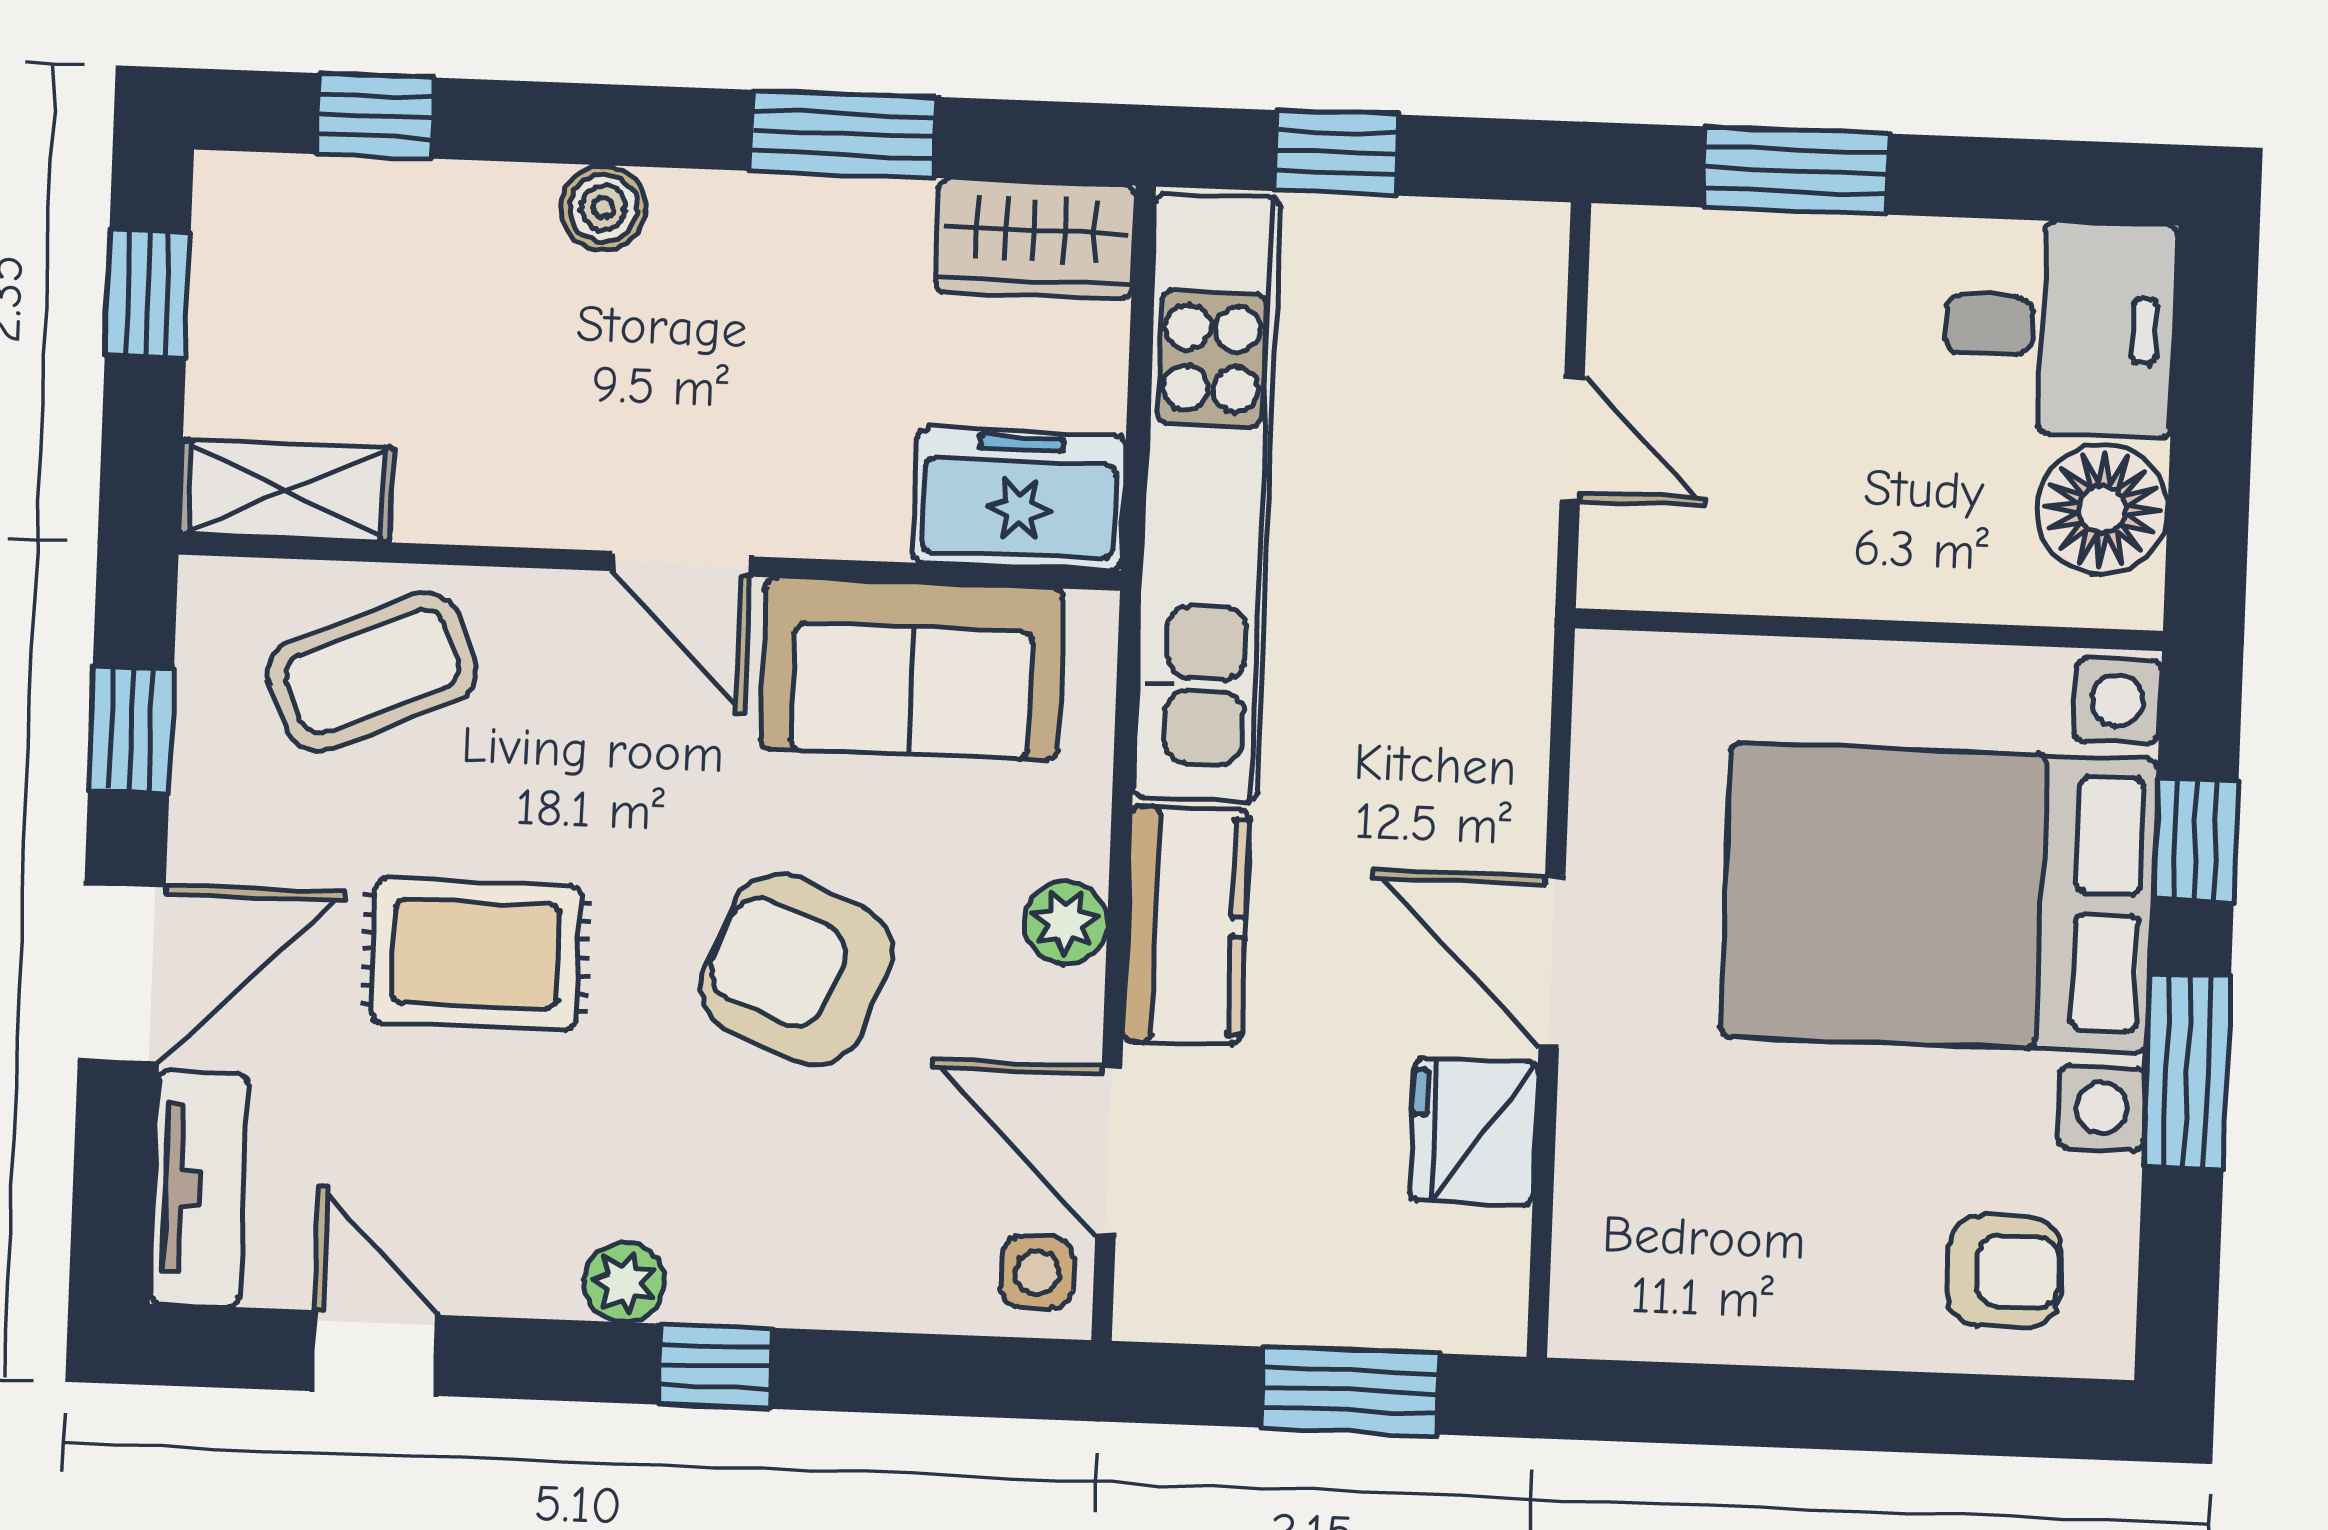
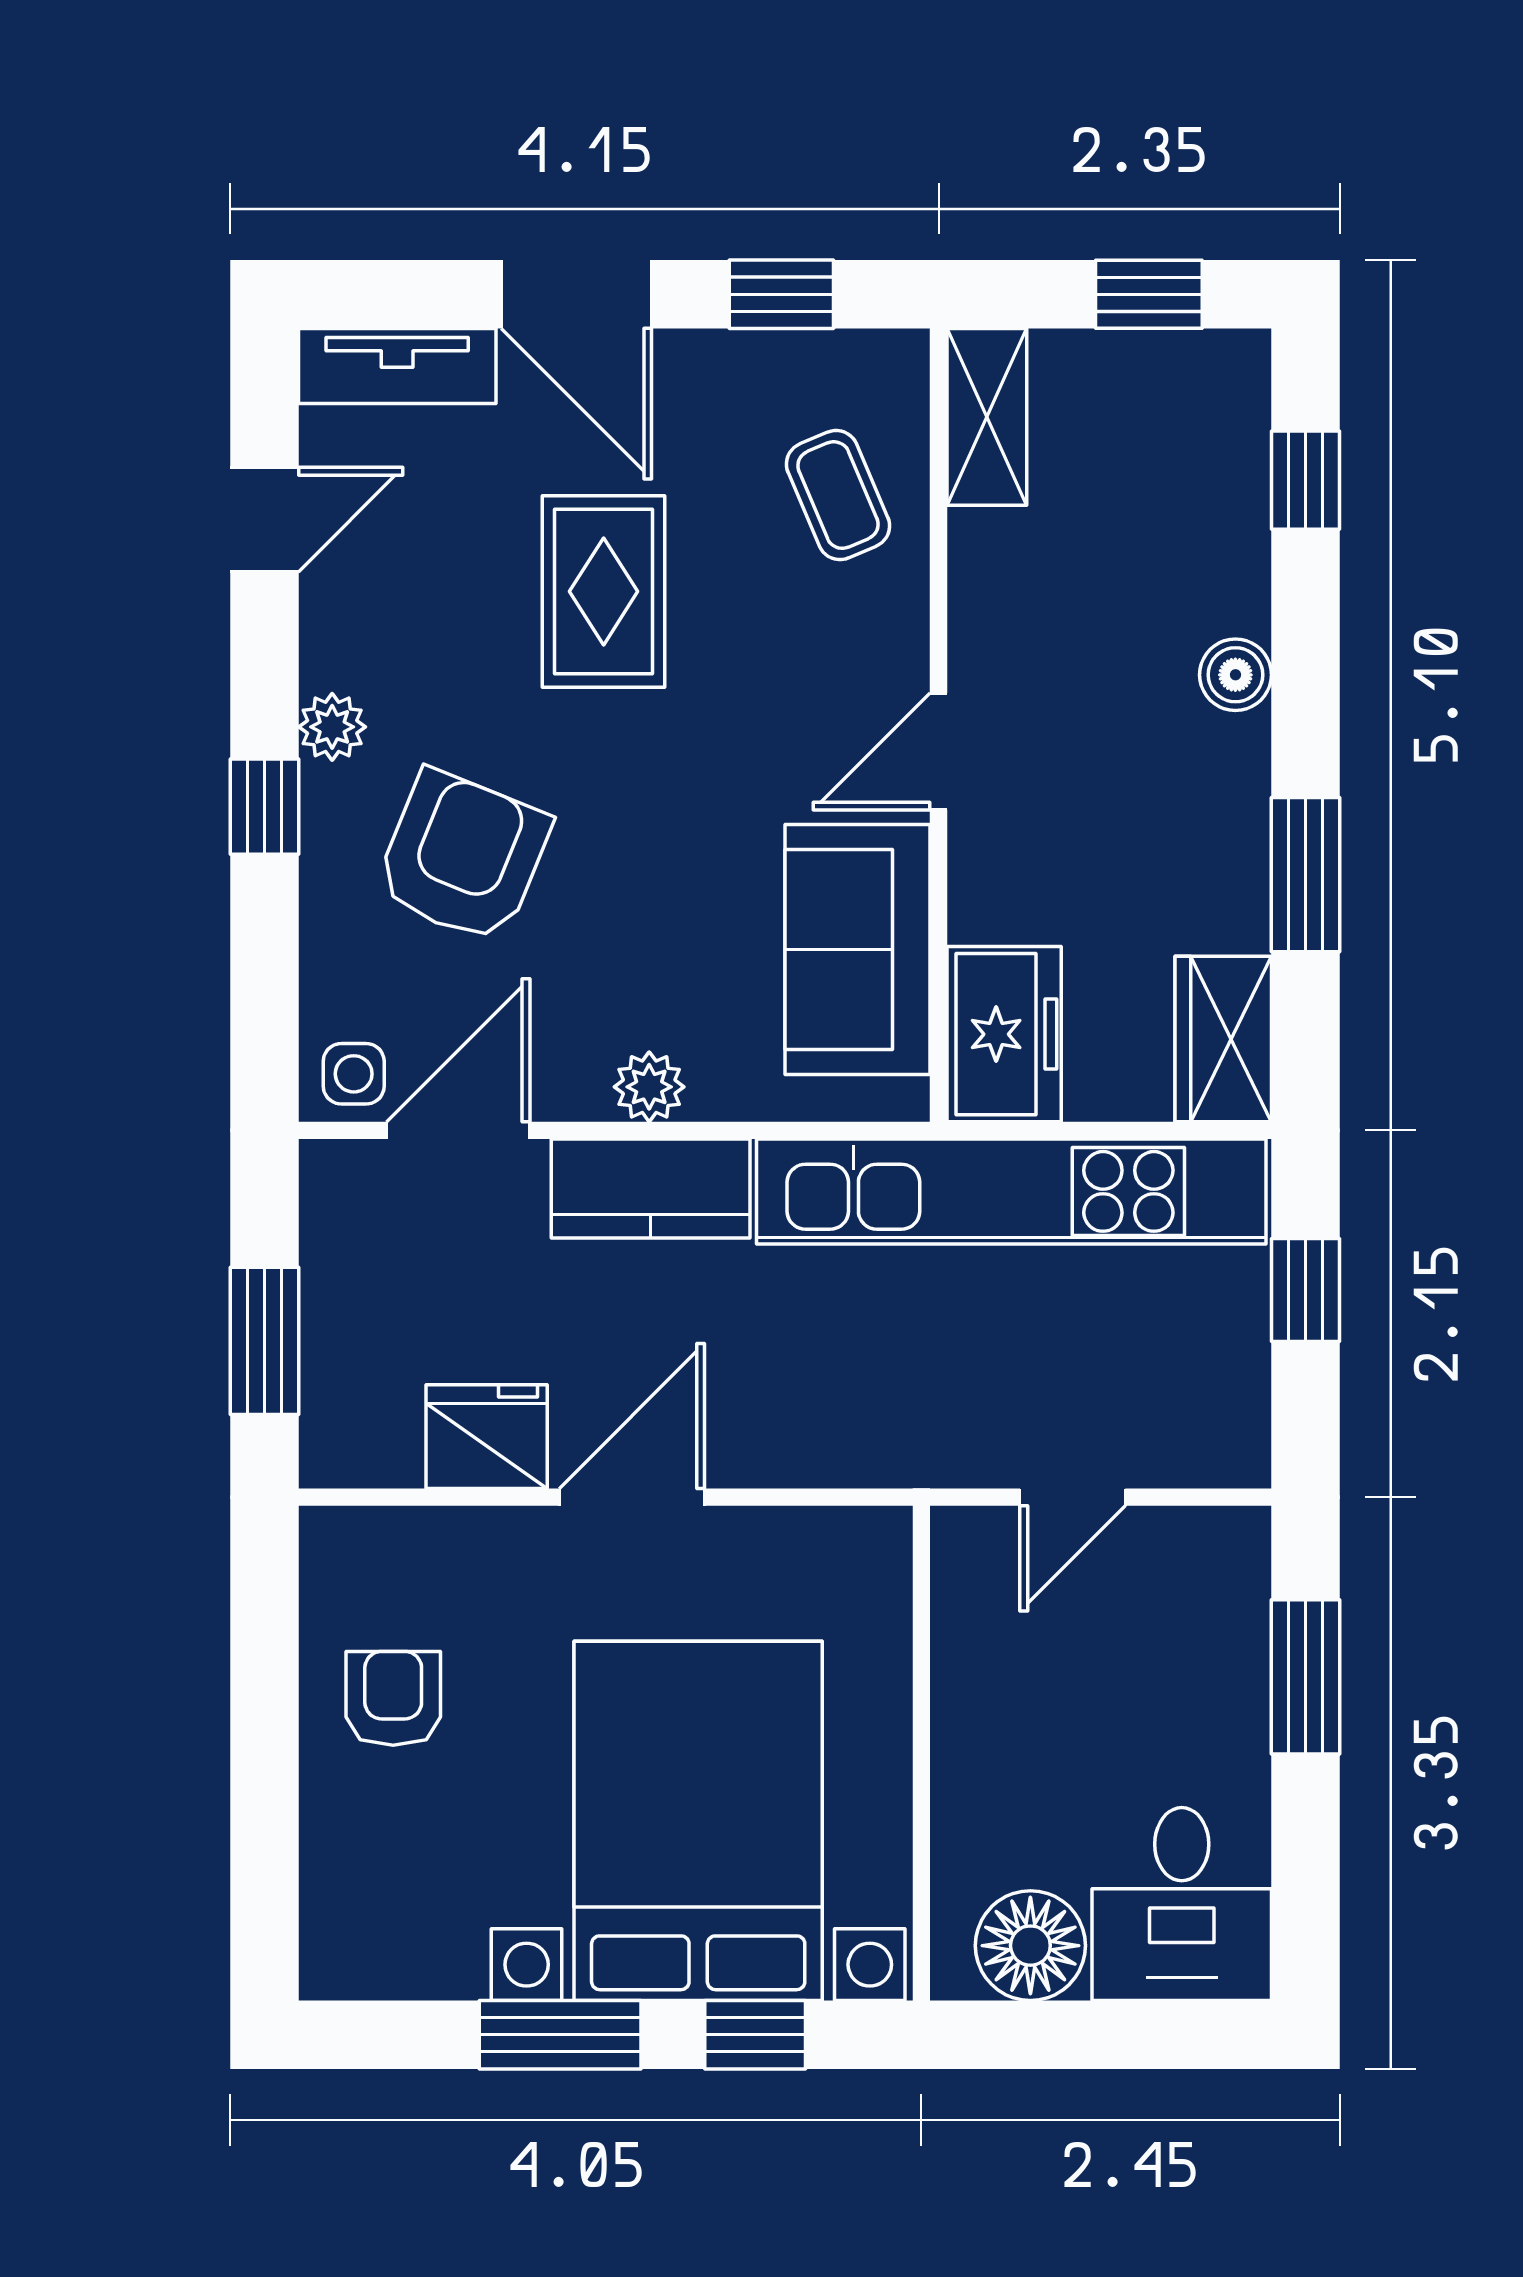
coffee table: (372, 671) -> (838, 495), width x0.73, depth x0.77
armchair: (796, 970) -> (463, 857), moved
armchair: (2004, 1271) -> (393, 1698), moved, turned 180

